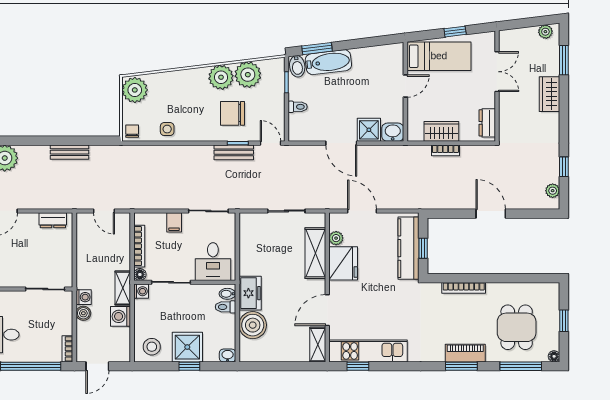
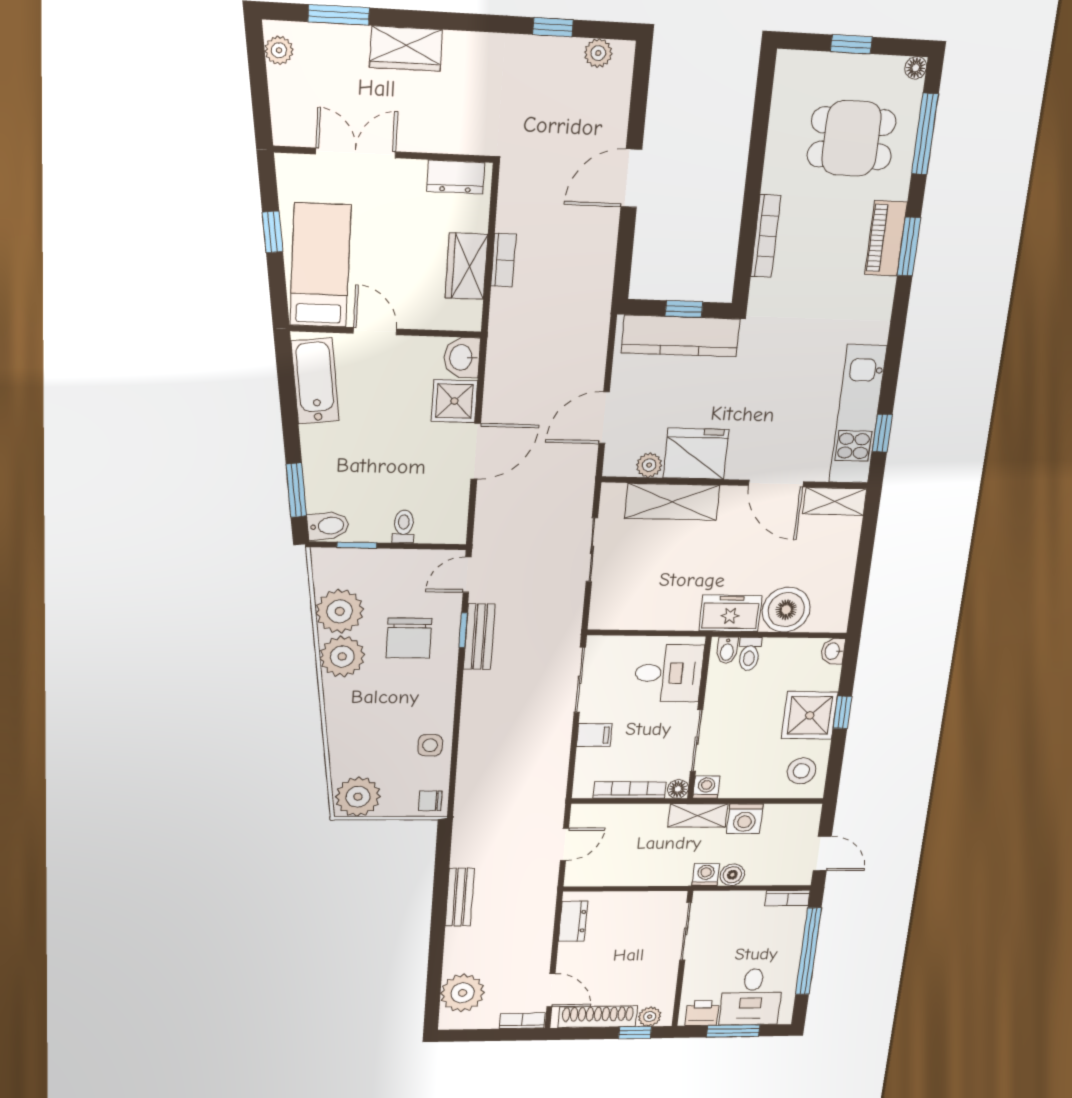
bathtub: (328, 62) -> (315, 381), moved

